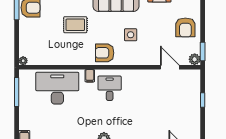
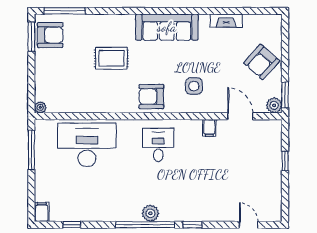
armchair: (185, 27) -> (262, 62), turned 42
side table: (131, 35) -> (194, 86), moved
filing cabinet: (90, 76) -> (209, 128), moved

